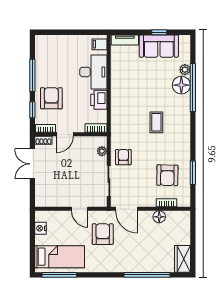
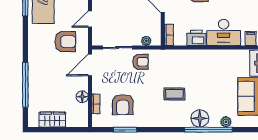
floor lamp: (181, 85) -> (200, 118), moved
armchair: (167, 175) -> (123, 105), turned -91
wardrobe: (183, 259) -> (52, 120), moved

